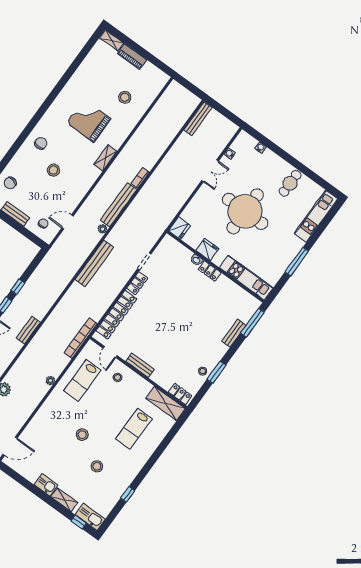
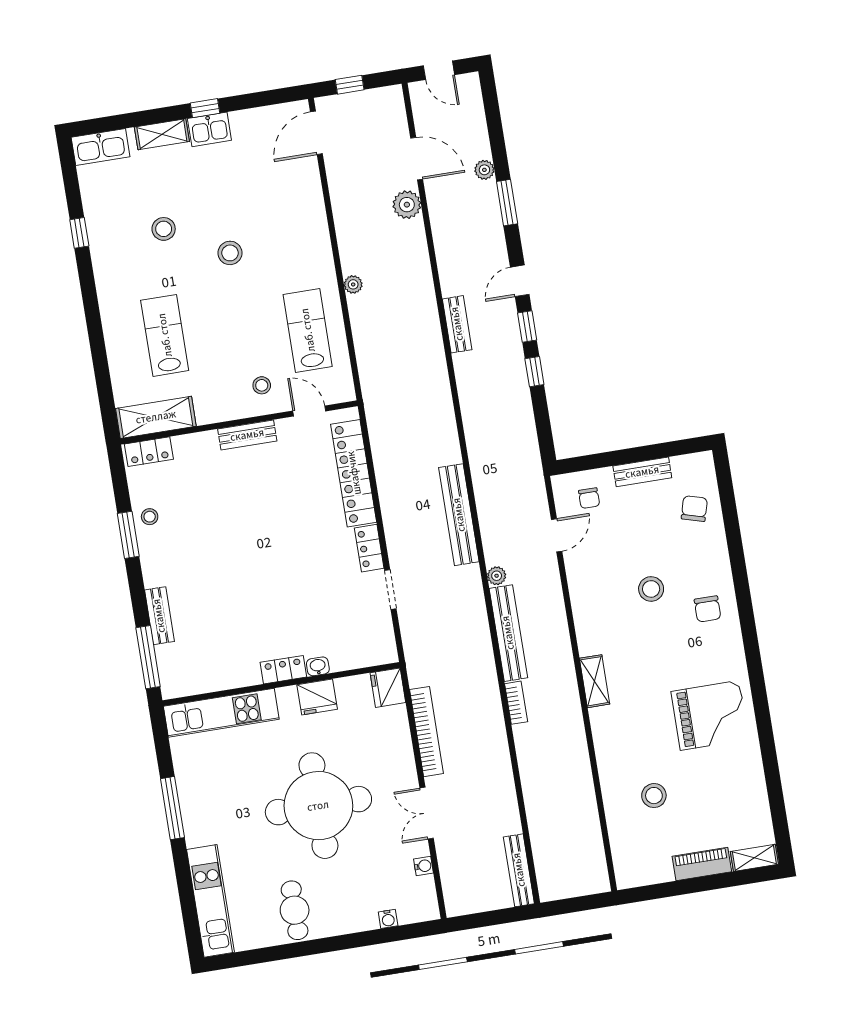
grand piano: (89, 121) -> (710, 715), moved
bookcase: (81, 338) -> (426, 732), moved
window: (79, 522) -> (205, 108), moved

